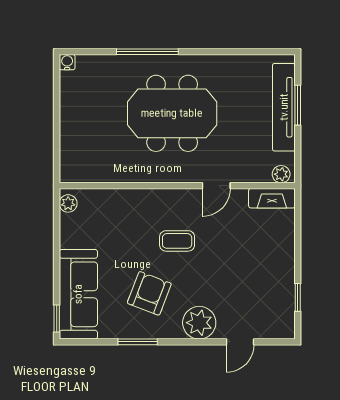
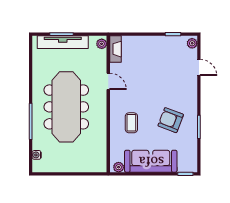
water cooler: (67, 62) -> (37, 155), moved
meeting table: (172, 113) -> (66, 107), width x1.36
coffee table: (177, 241) -> (131, 123), moved
sofa: (78, 294) -> (151, 161), moved
plant: (199, 323) -> (192, 43), moved, width x0.53, depth x0.53

